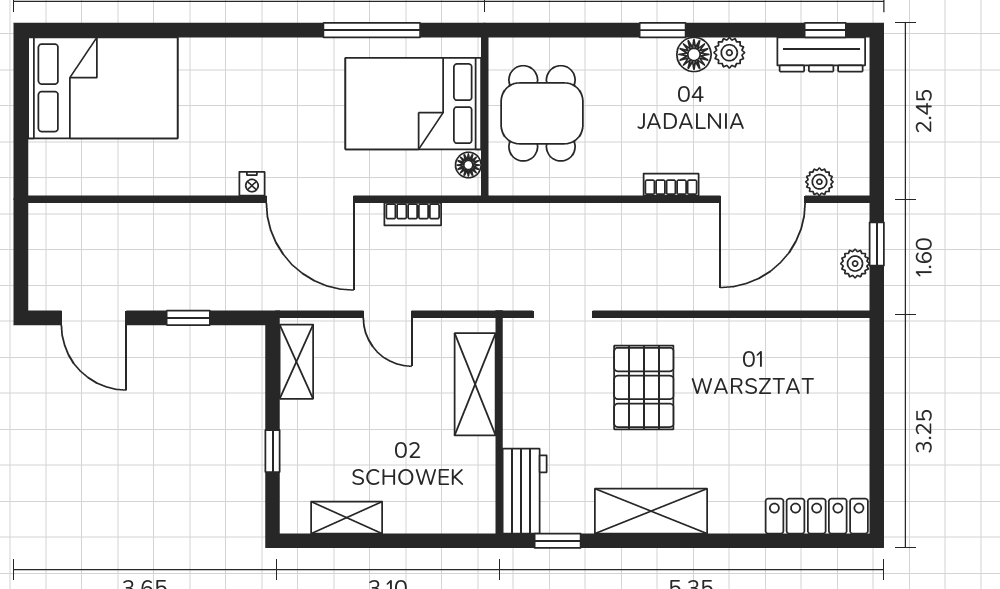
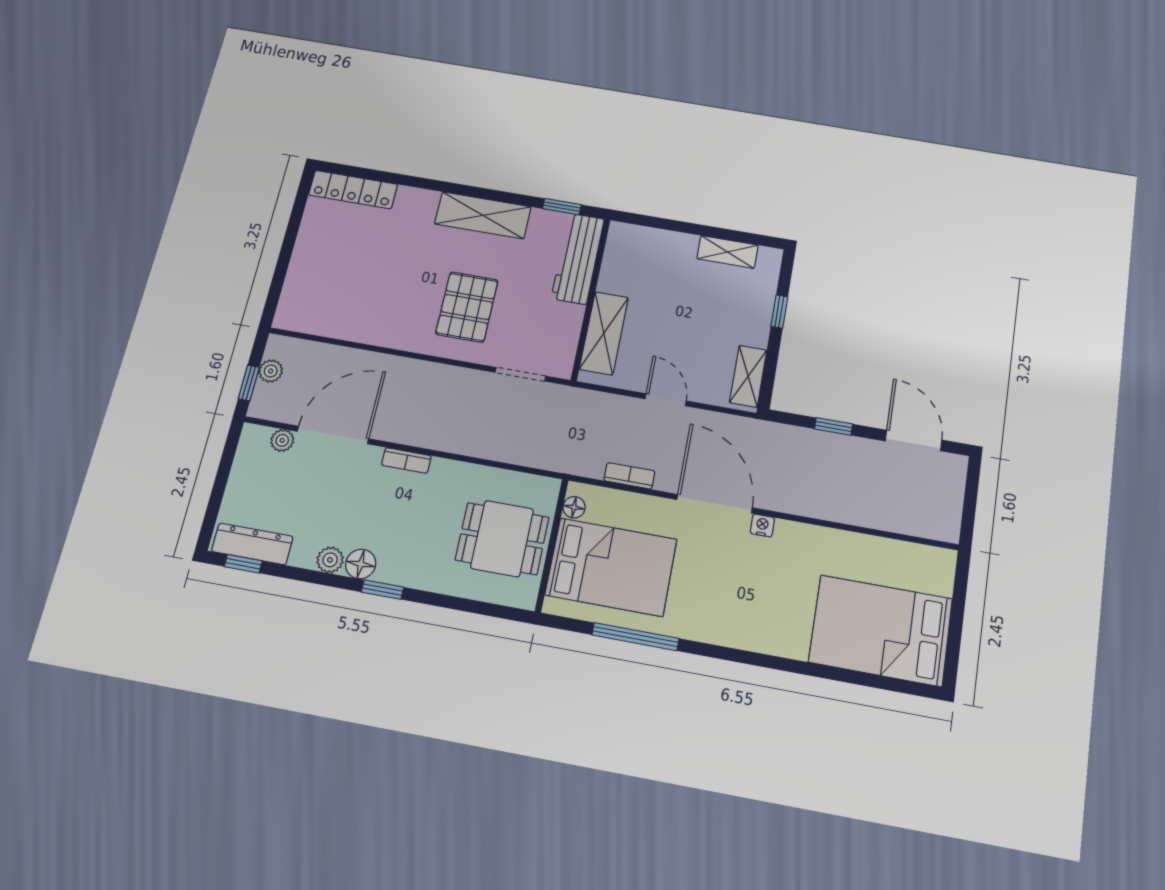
dining table: (542, 113) -> (502, 539), turned 90
workbench: (525, 491) -> (578, 259), width x1.37

